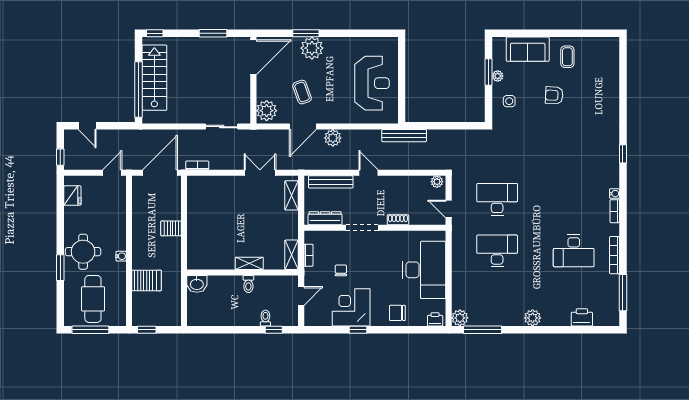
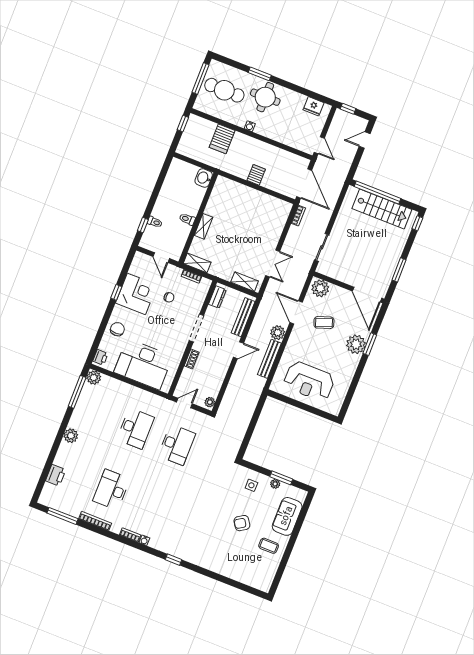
armchair: (554, 95) -> (242, 523), turned -126
bench: (404, 136) -> (269, 359), moved
dresser: (325, 218) -> (217, 297), width x0.70

